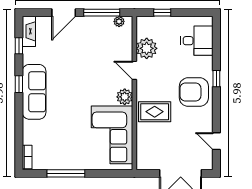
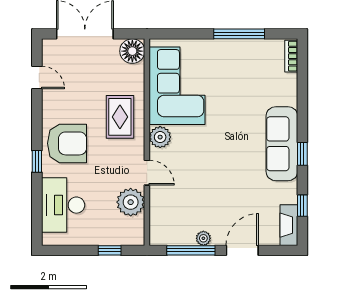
plant: (119, 21) -> (203, 238), moved
desk: (197, 41) -> (63, 205), width x1.37
rug: (155, 112) -> (120, 117), turned 90
floor lamp: (145, 161) -> (132, 51), added

